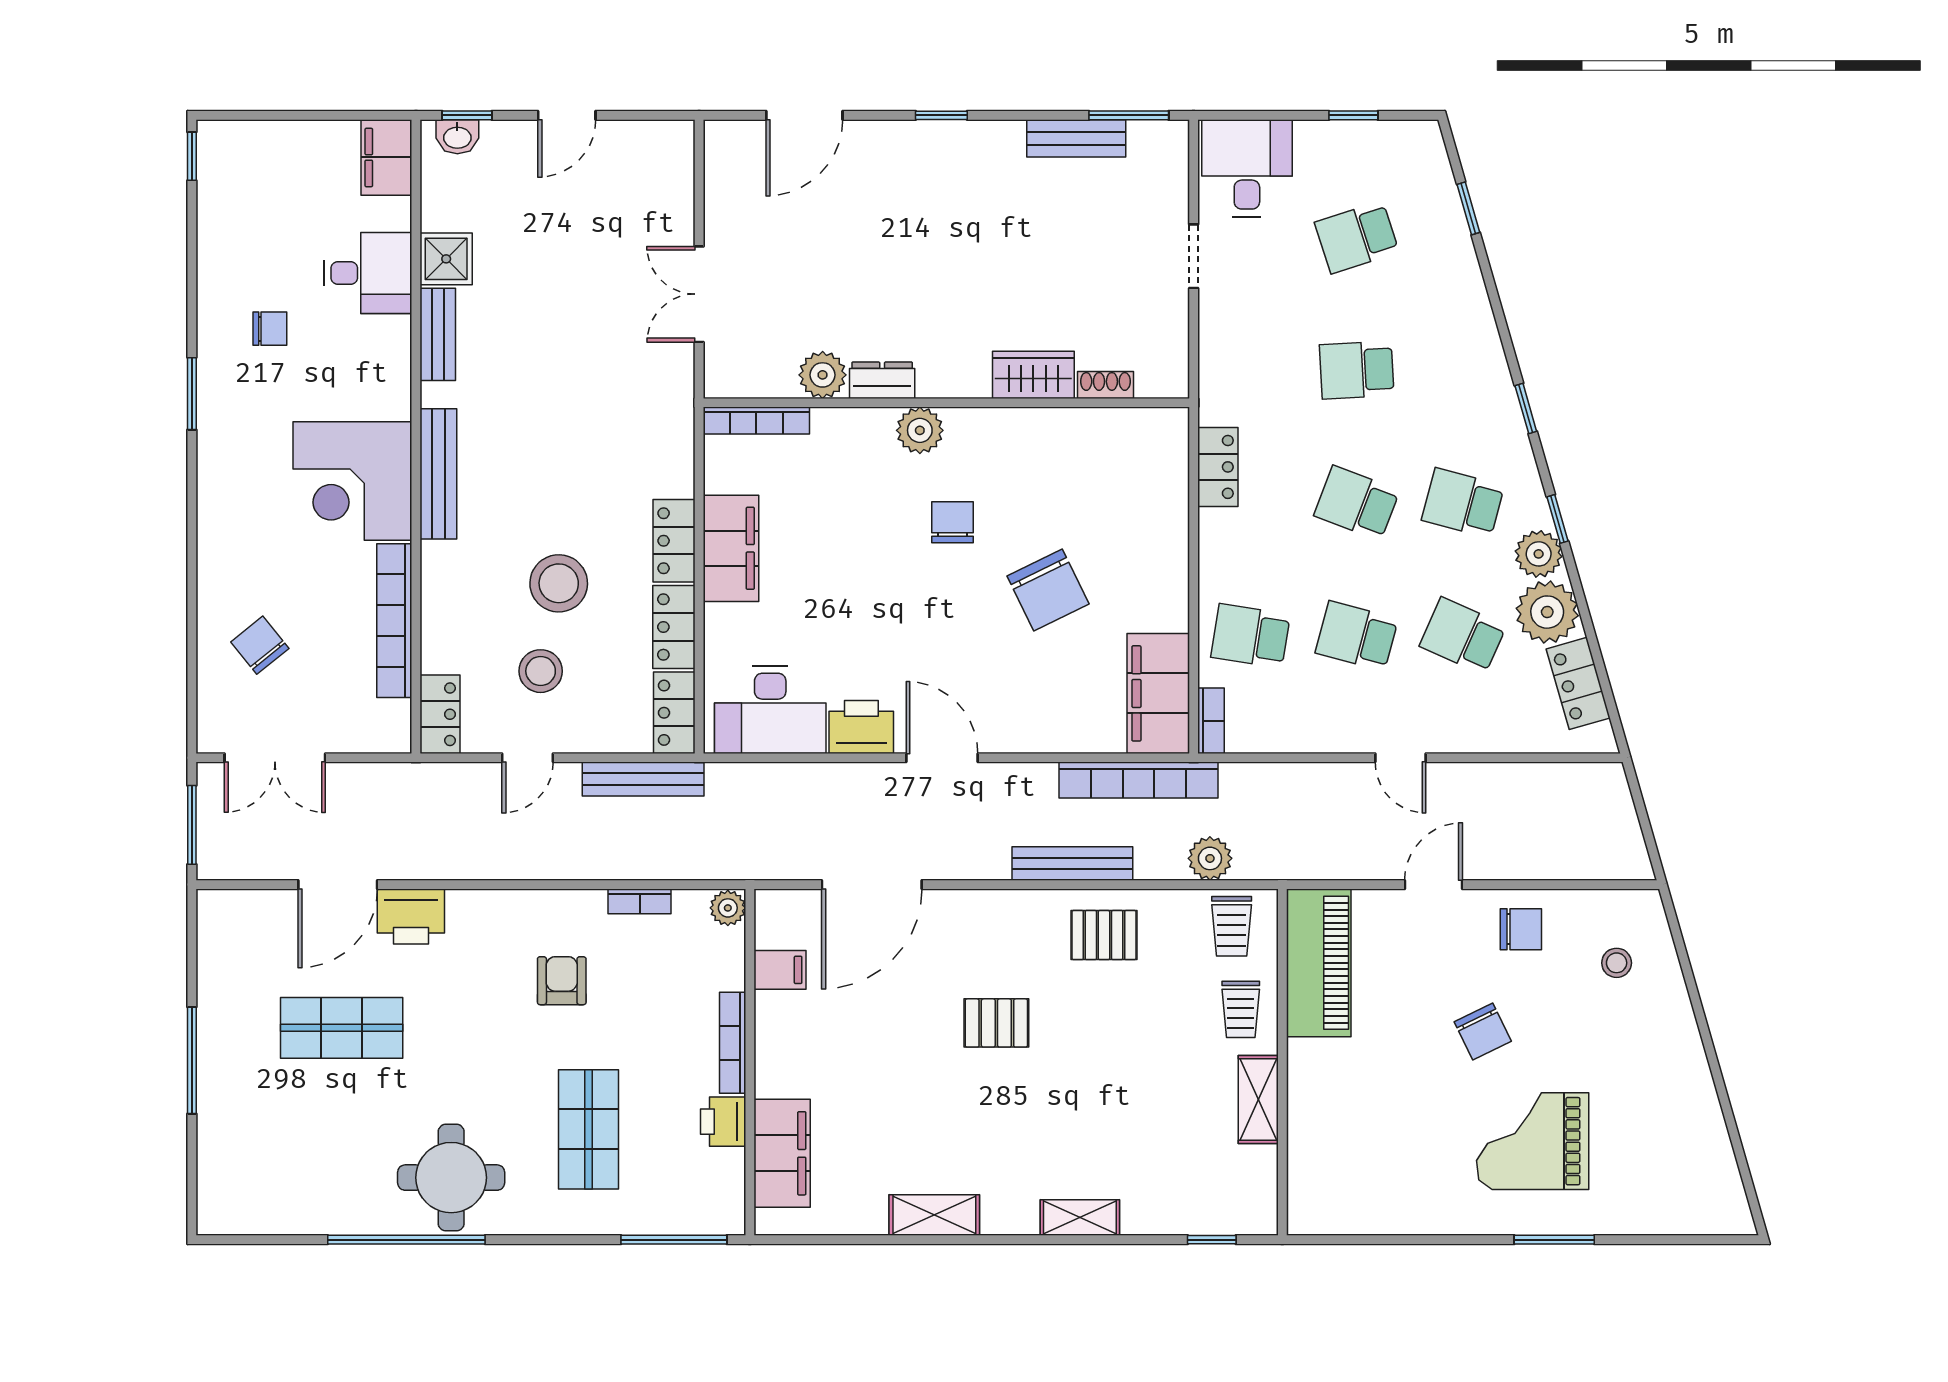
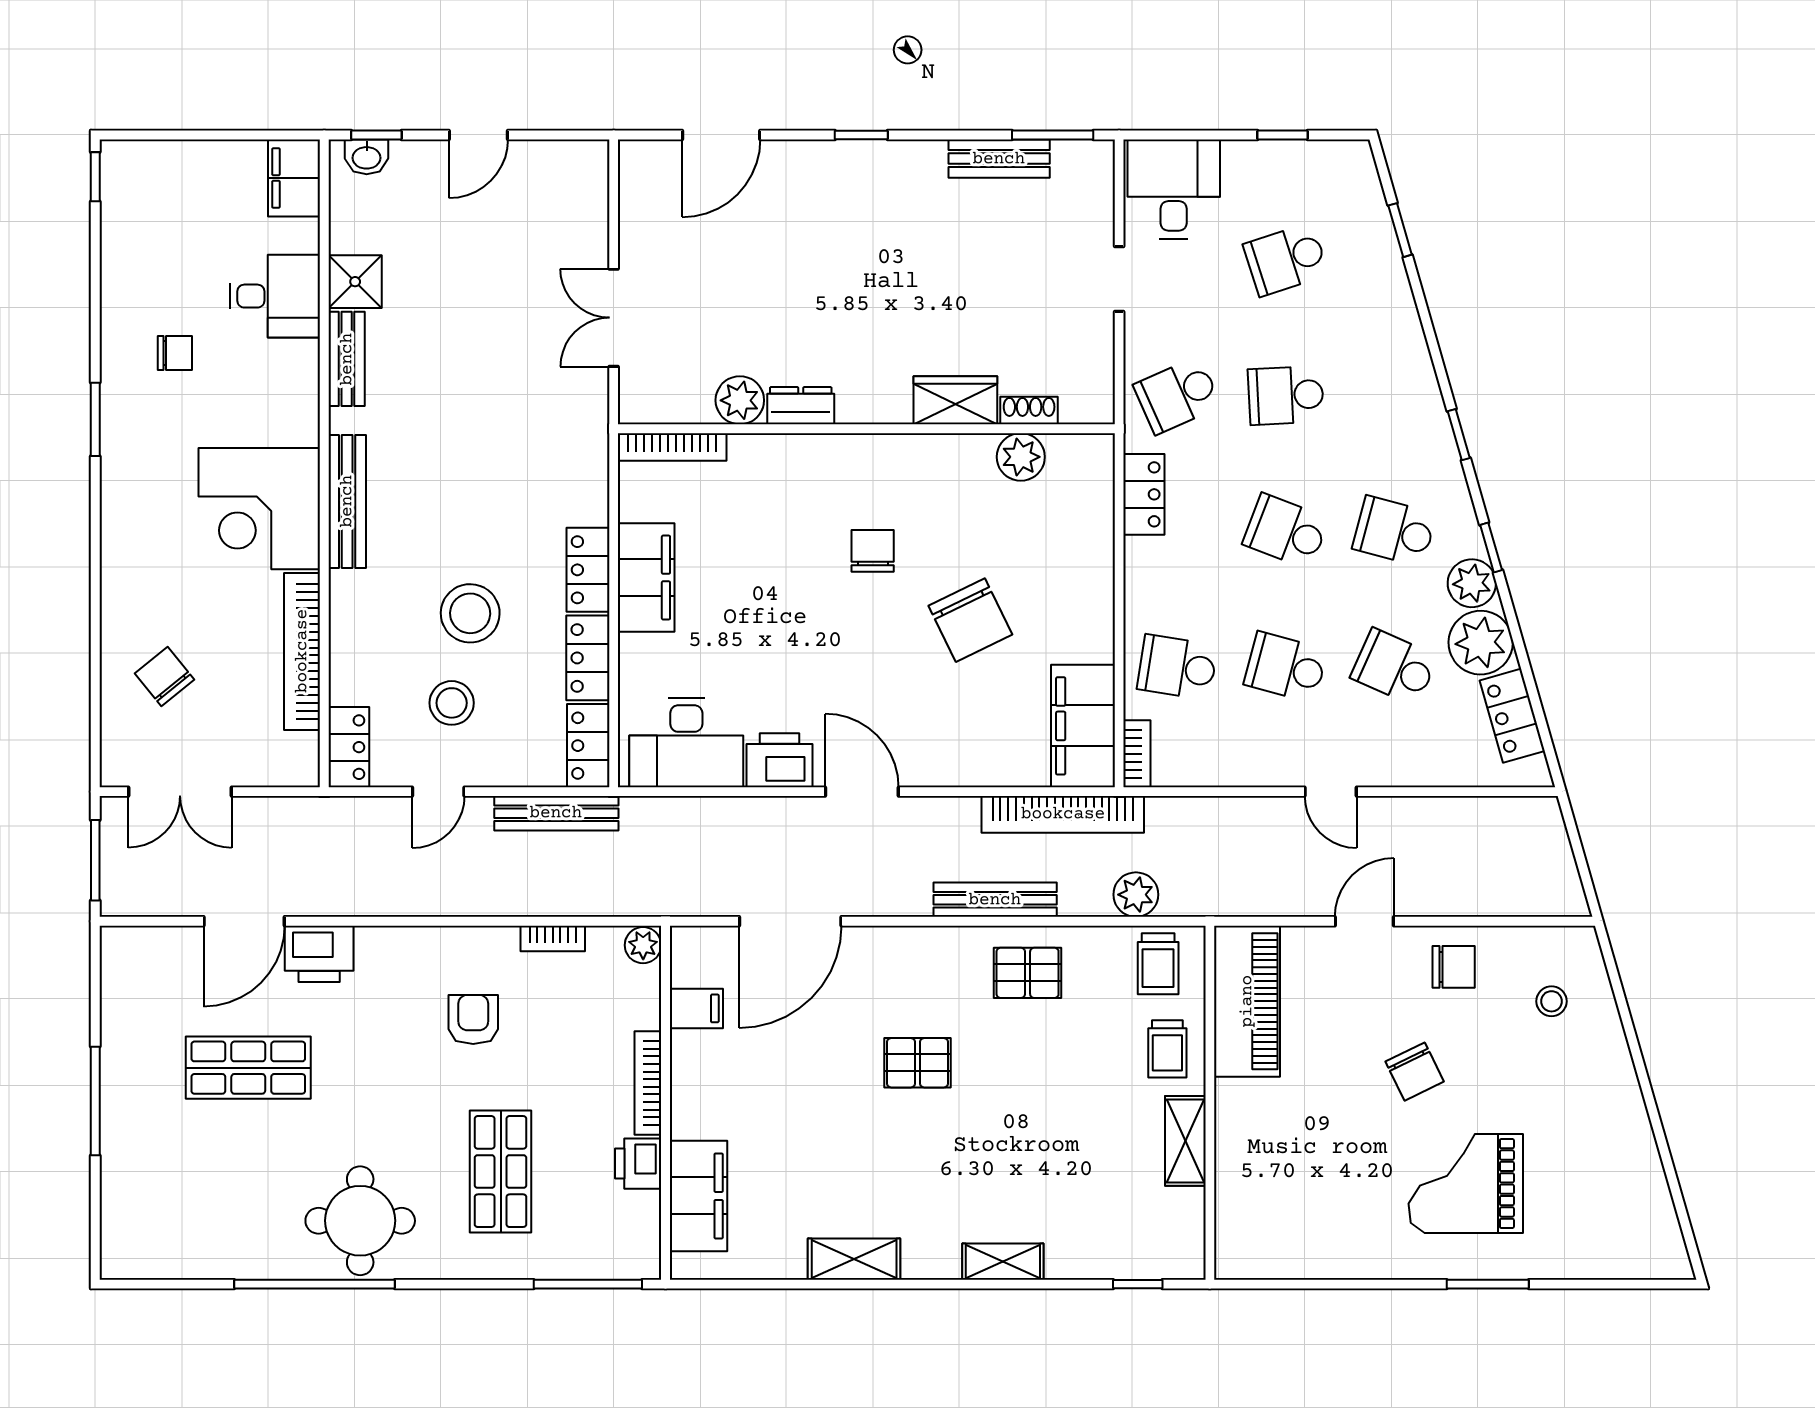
school desk: (1251, 370) -> (1177, 395), added
plant: (920, 430) -> (1021, 457), moved

